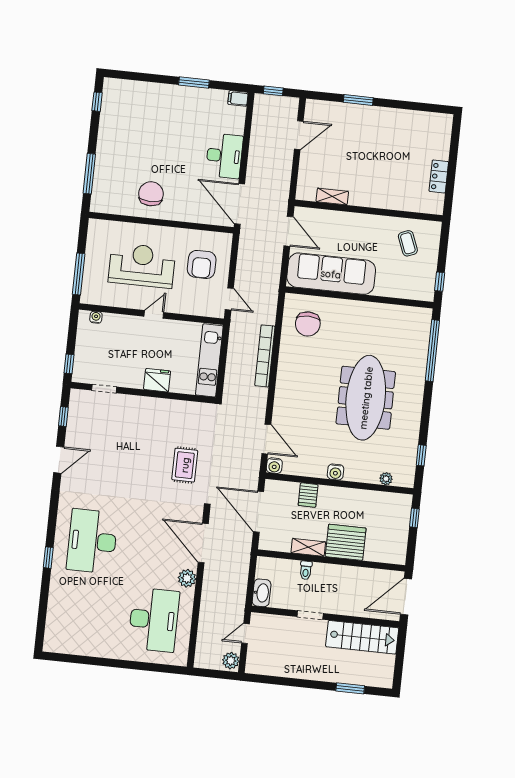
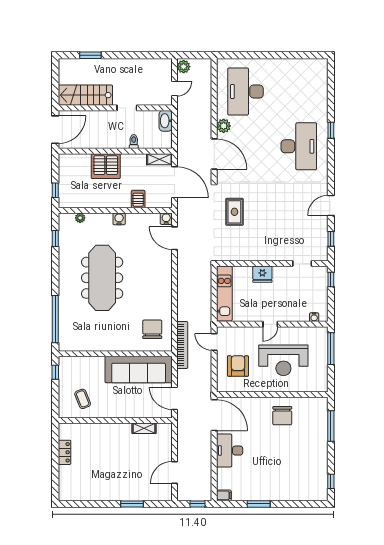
bookcase: (265, 356) -> (182, 345), moved
shelving: (308, 547) -> (159, 159), moved

